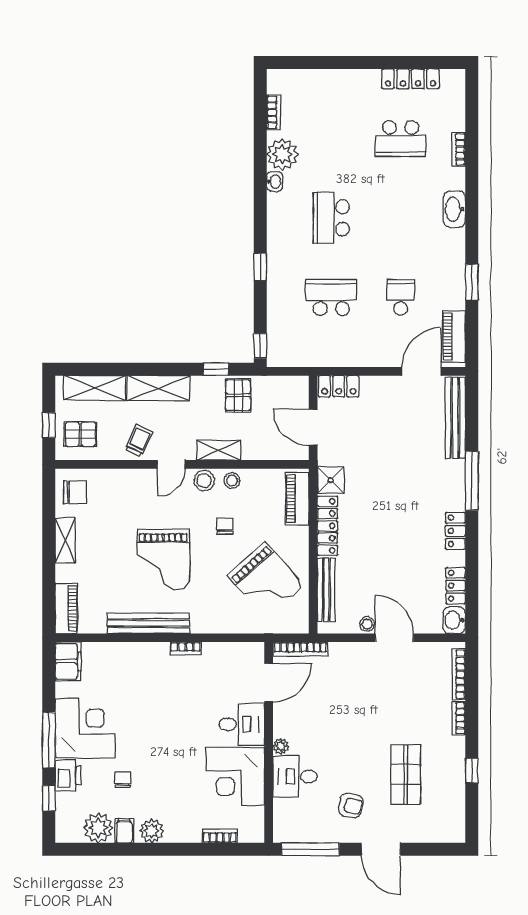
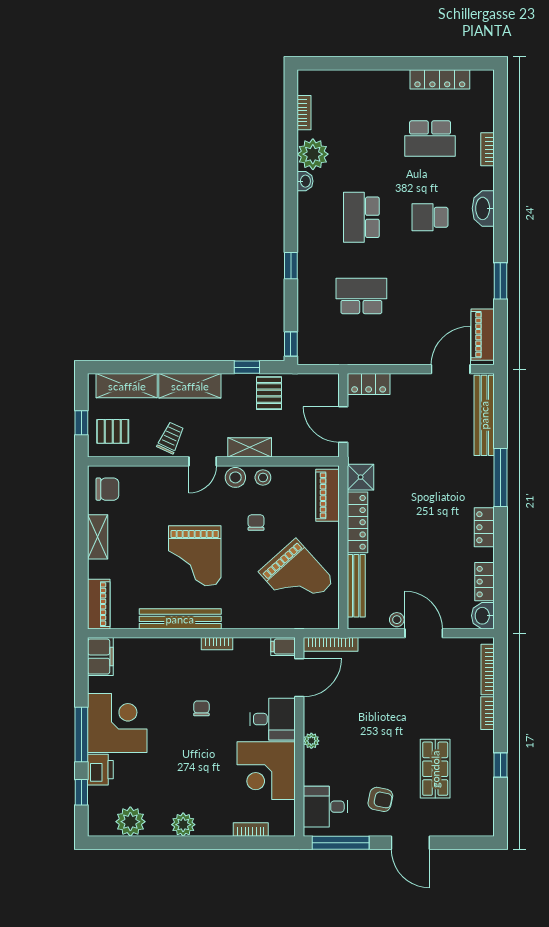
school desk: (401, 297) -> (430, 217), moved, turned -90
desk: (295, 776) -> (326, 807), moved
chair: (123, 780) -> (201, 708), moved
filing cabinet: (124, 831) -> (283, 646), moved, turned -90

